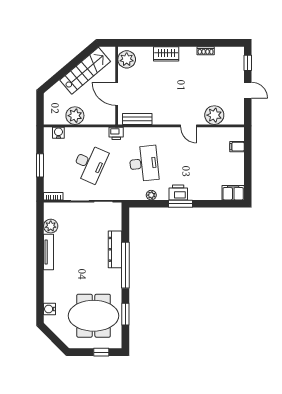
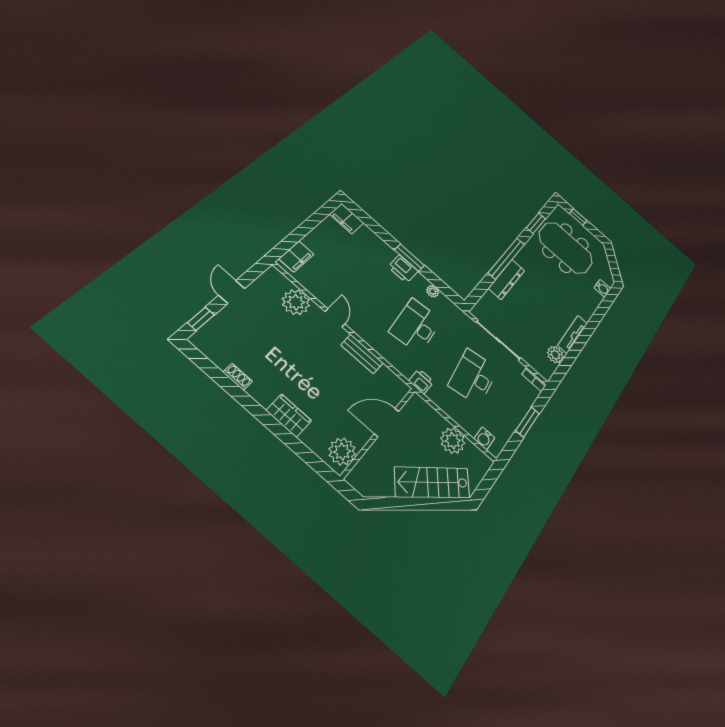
stairs: (85, 71) -> (432, 482), moved
door: (117, 94) -> (387, 423), swing flipped
bench: (137, 119) -> (362, 354), moved
filing cabinet: (237, 147) -> (296, 256), width x2.00
desk: (90, 164) -> (473, 377), turned -33

